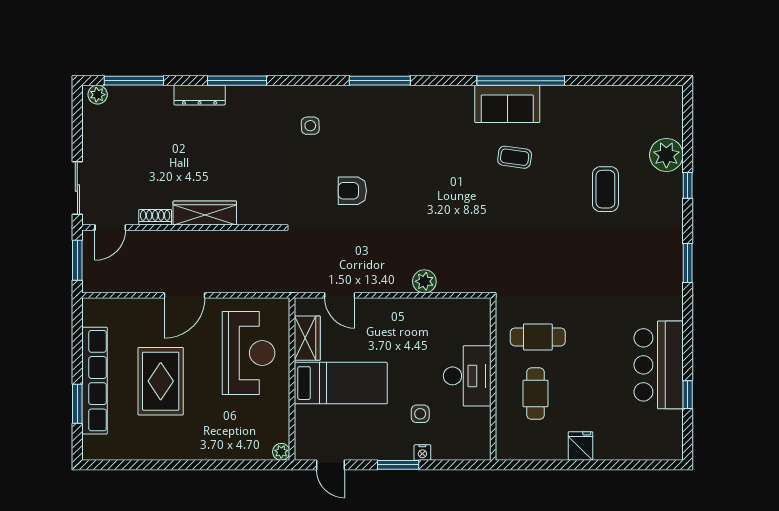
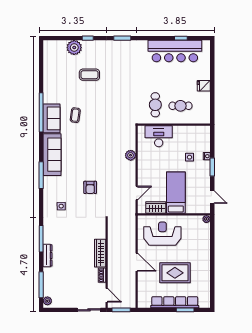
sofa: (426, 105) -> (52, 155), added
bar counter: (659, 365) -> (175, 51), width x1.36
desk: (467, 376) -> (159, 136), moved
door: (331, 465) -> (212, 197), hinge flipped

